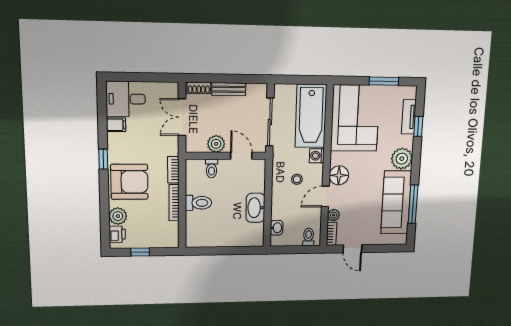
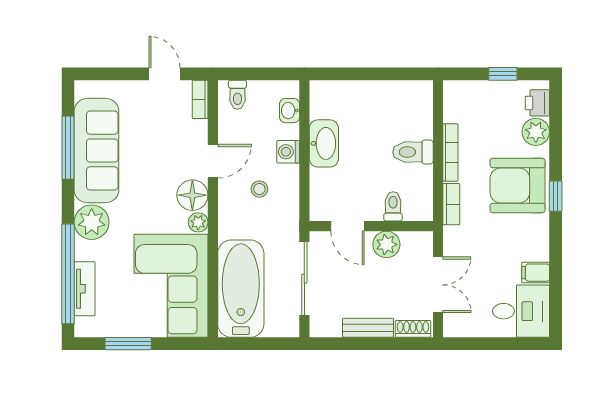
window: (418, 126) -> (68, 274), width x3.17
washing machine: (317, 156) -> (288, 152), moved, turned 180
window: (103, 159) -> (556, 196), moved
plant: (334, 215) -> (198, 222), moved

